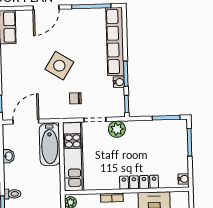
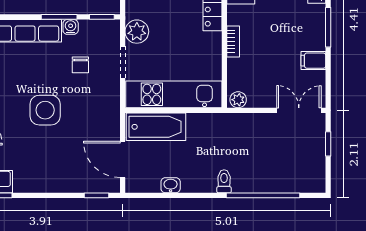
side table: (59, 66) -> (45, 110), turned -32
chair: (75, 98) -> (80, 65), moved

